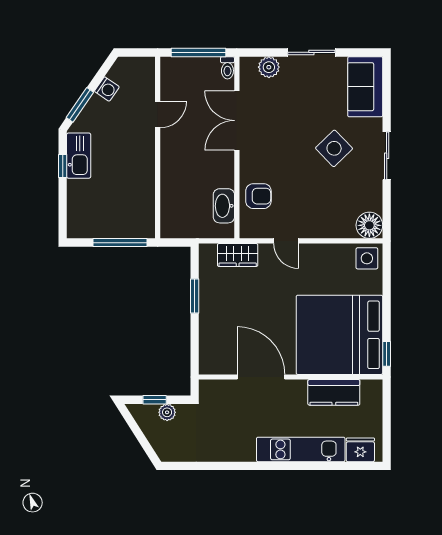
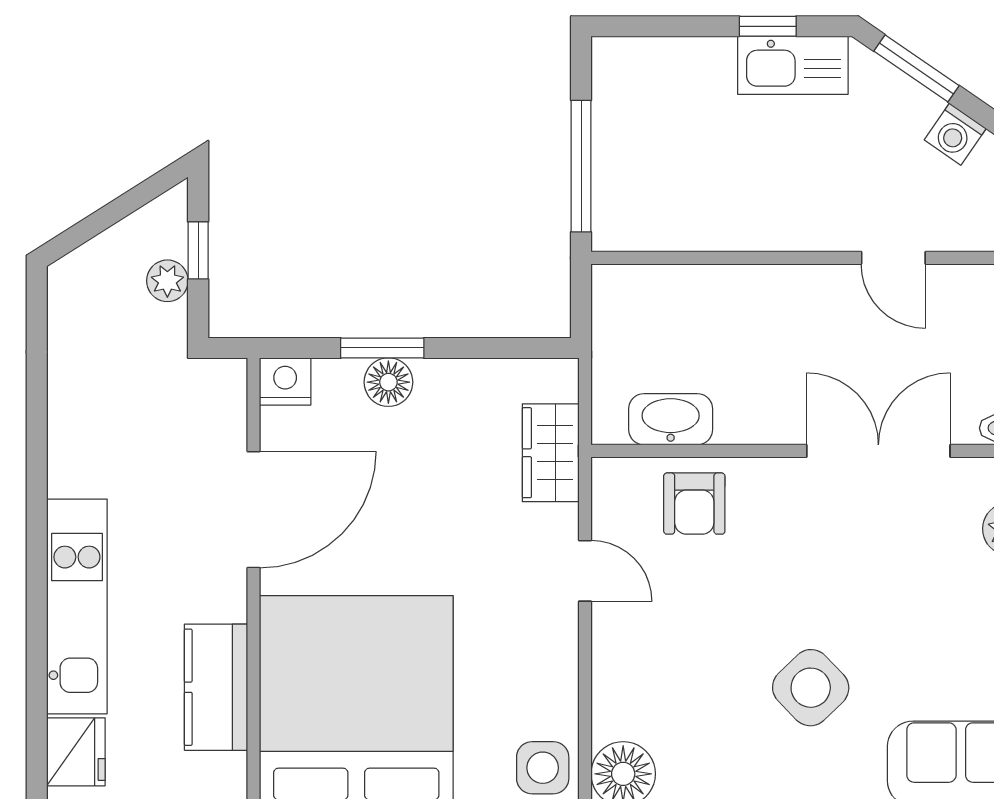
door: (286, 241) -> (585, 571), swing flipped
window: (195, 296) -> (382, 348), moved
floor lamp: (209, 322) -> (388, 382), added
nightstand: (208, 364) -> (285, 381), added

